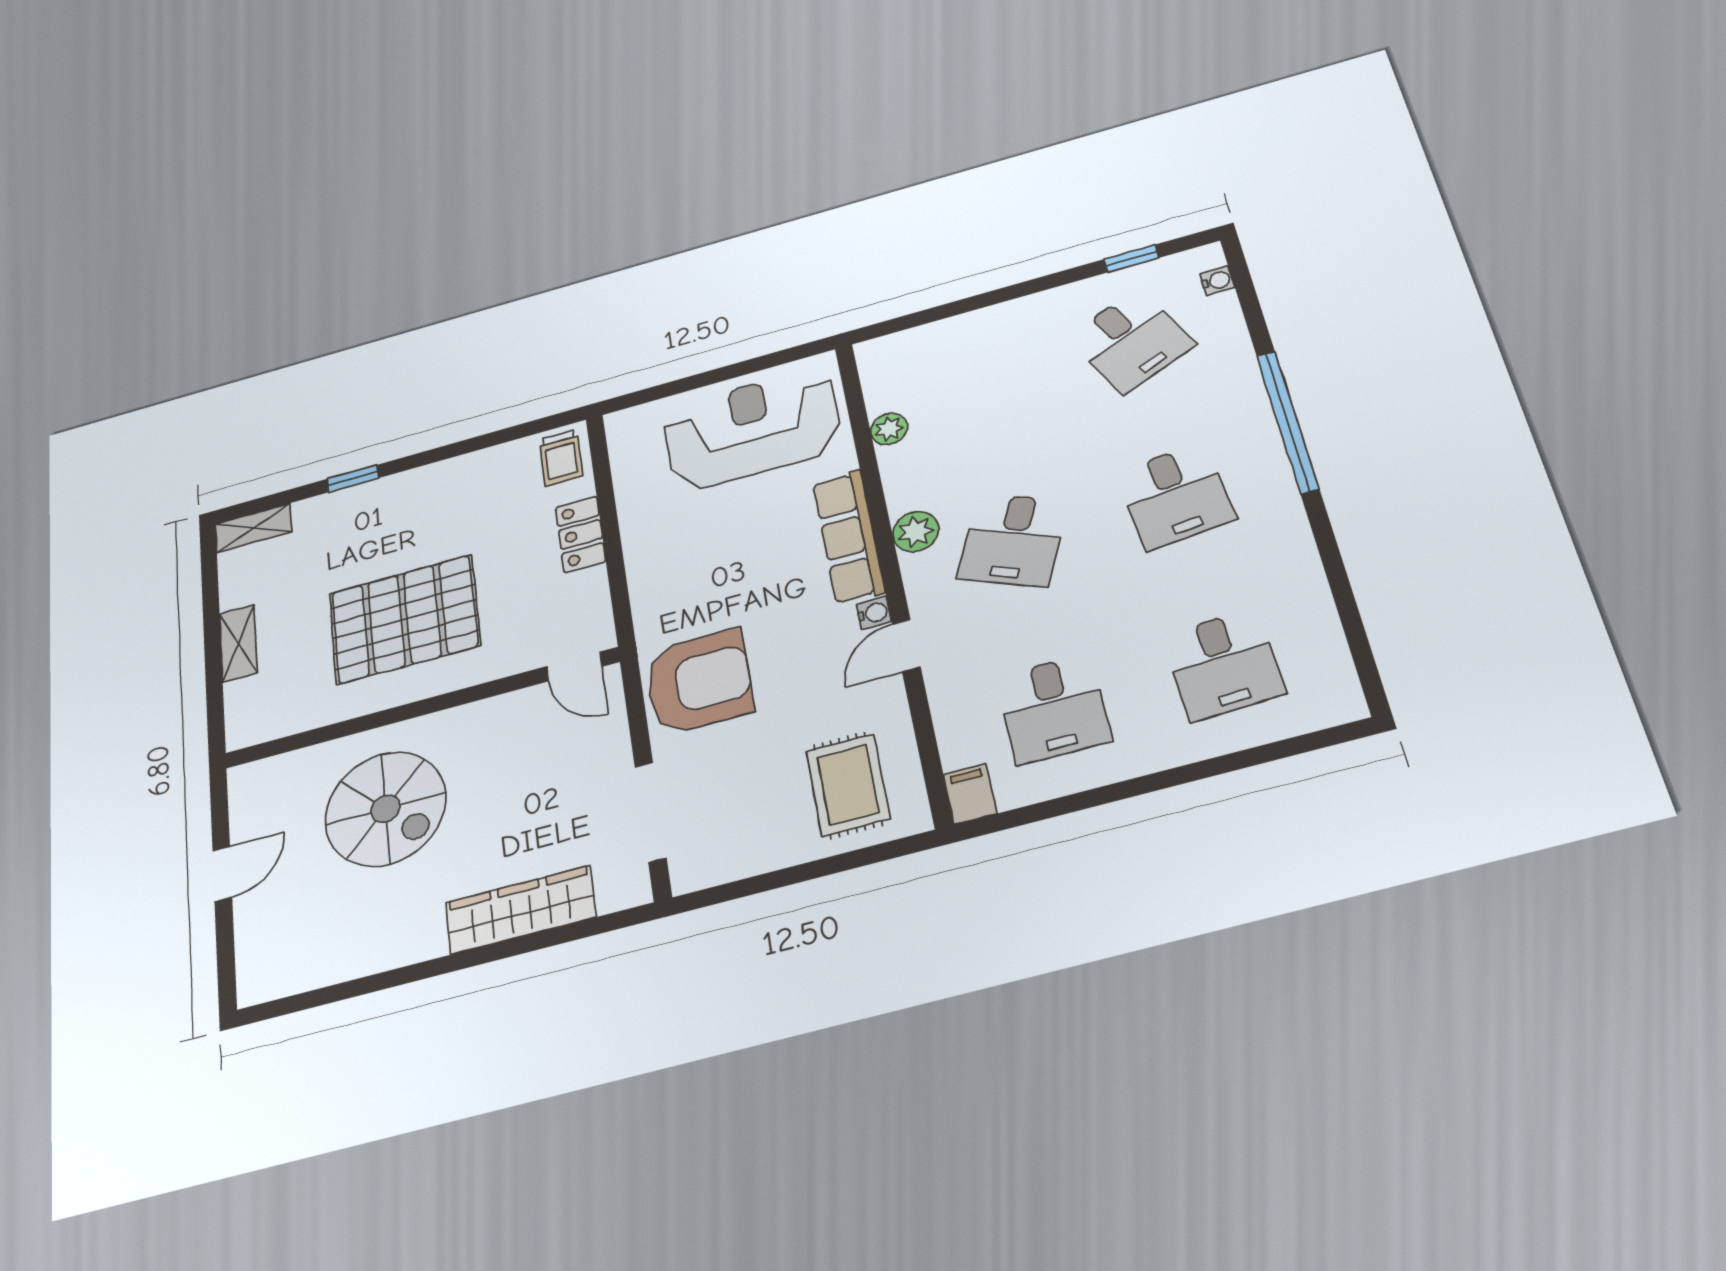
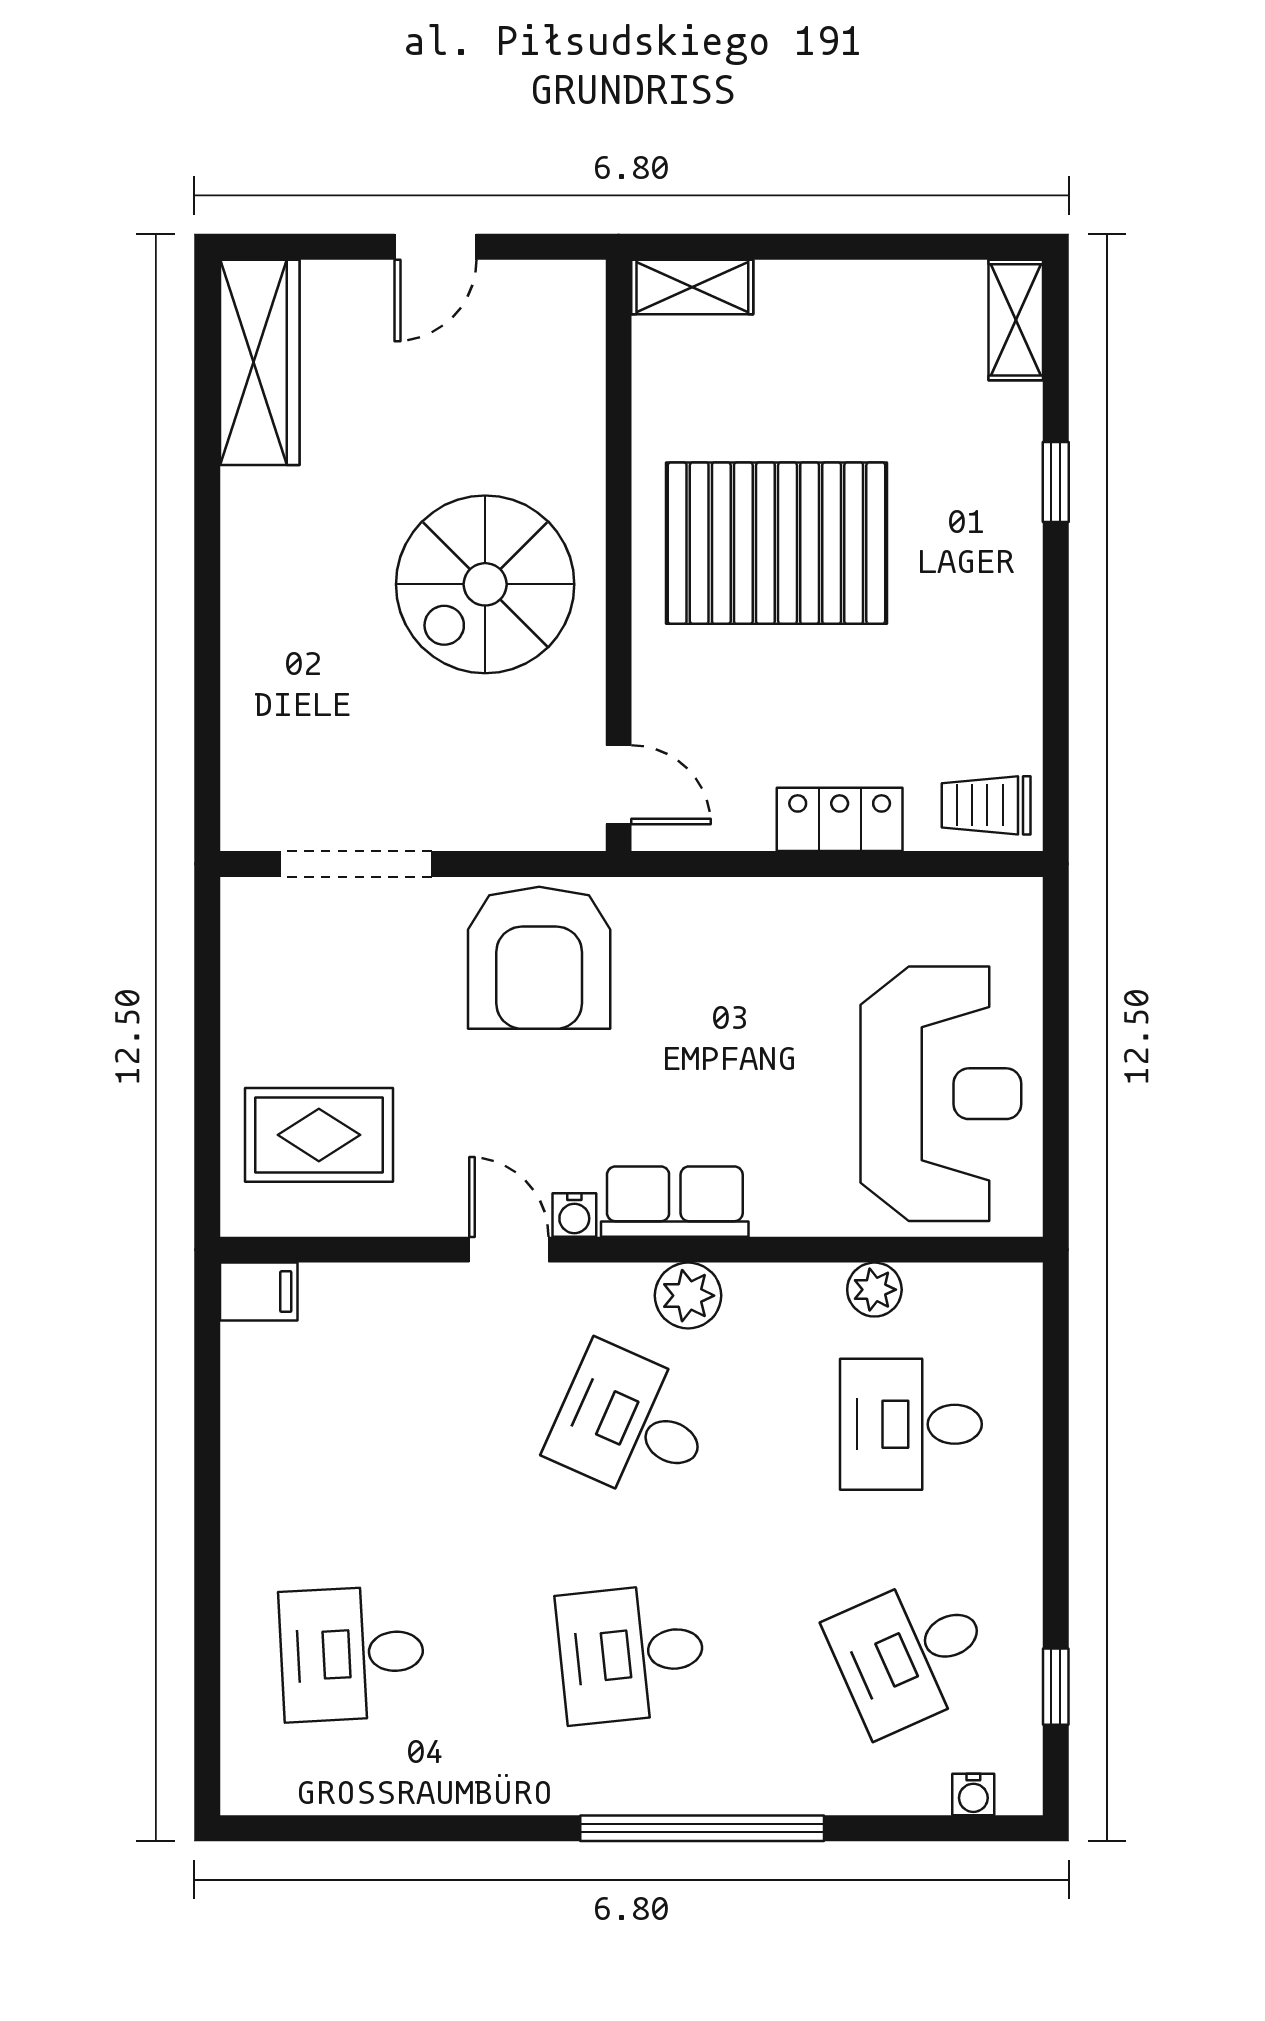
row of seats: (849, 537) -> (675, 1202), width x0.68
pallet: (404, 619) -> (776, 543), turned 90
shelving: (238, 643) -> (692, 287), moved
door: (574, 666) -> (619, 785), swing flipped
desk: (1054, 709) -> (911, 1424), moved
spiral stairs: (386, 809) -> (485, 584), moved
door: (222, 874) -> (435, 247), hinge flipped
wardrobe: (520, 910) -> (260, 362), moved

